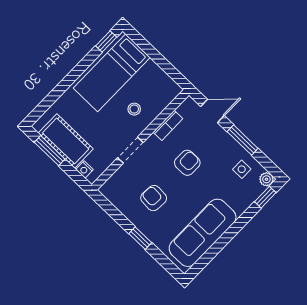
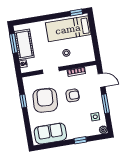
window: (265, 197) -> (80, 140), moved
armchair: (154, 198) -> (45, 100), width x1.88, depth x1.88
sofa: (203, 233) -> (50, 134), width x0.73
window: (140, 238) -> (23, 101), moved

